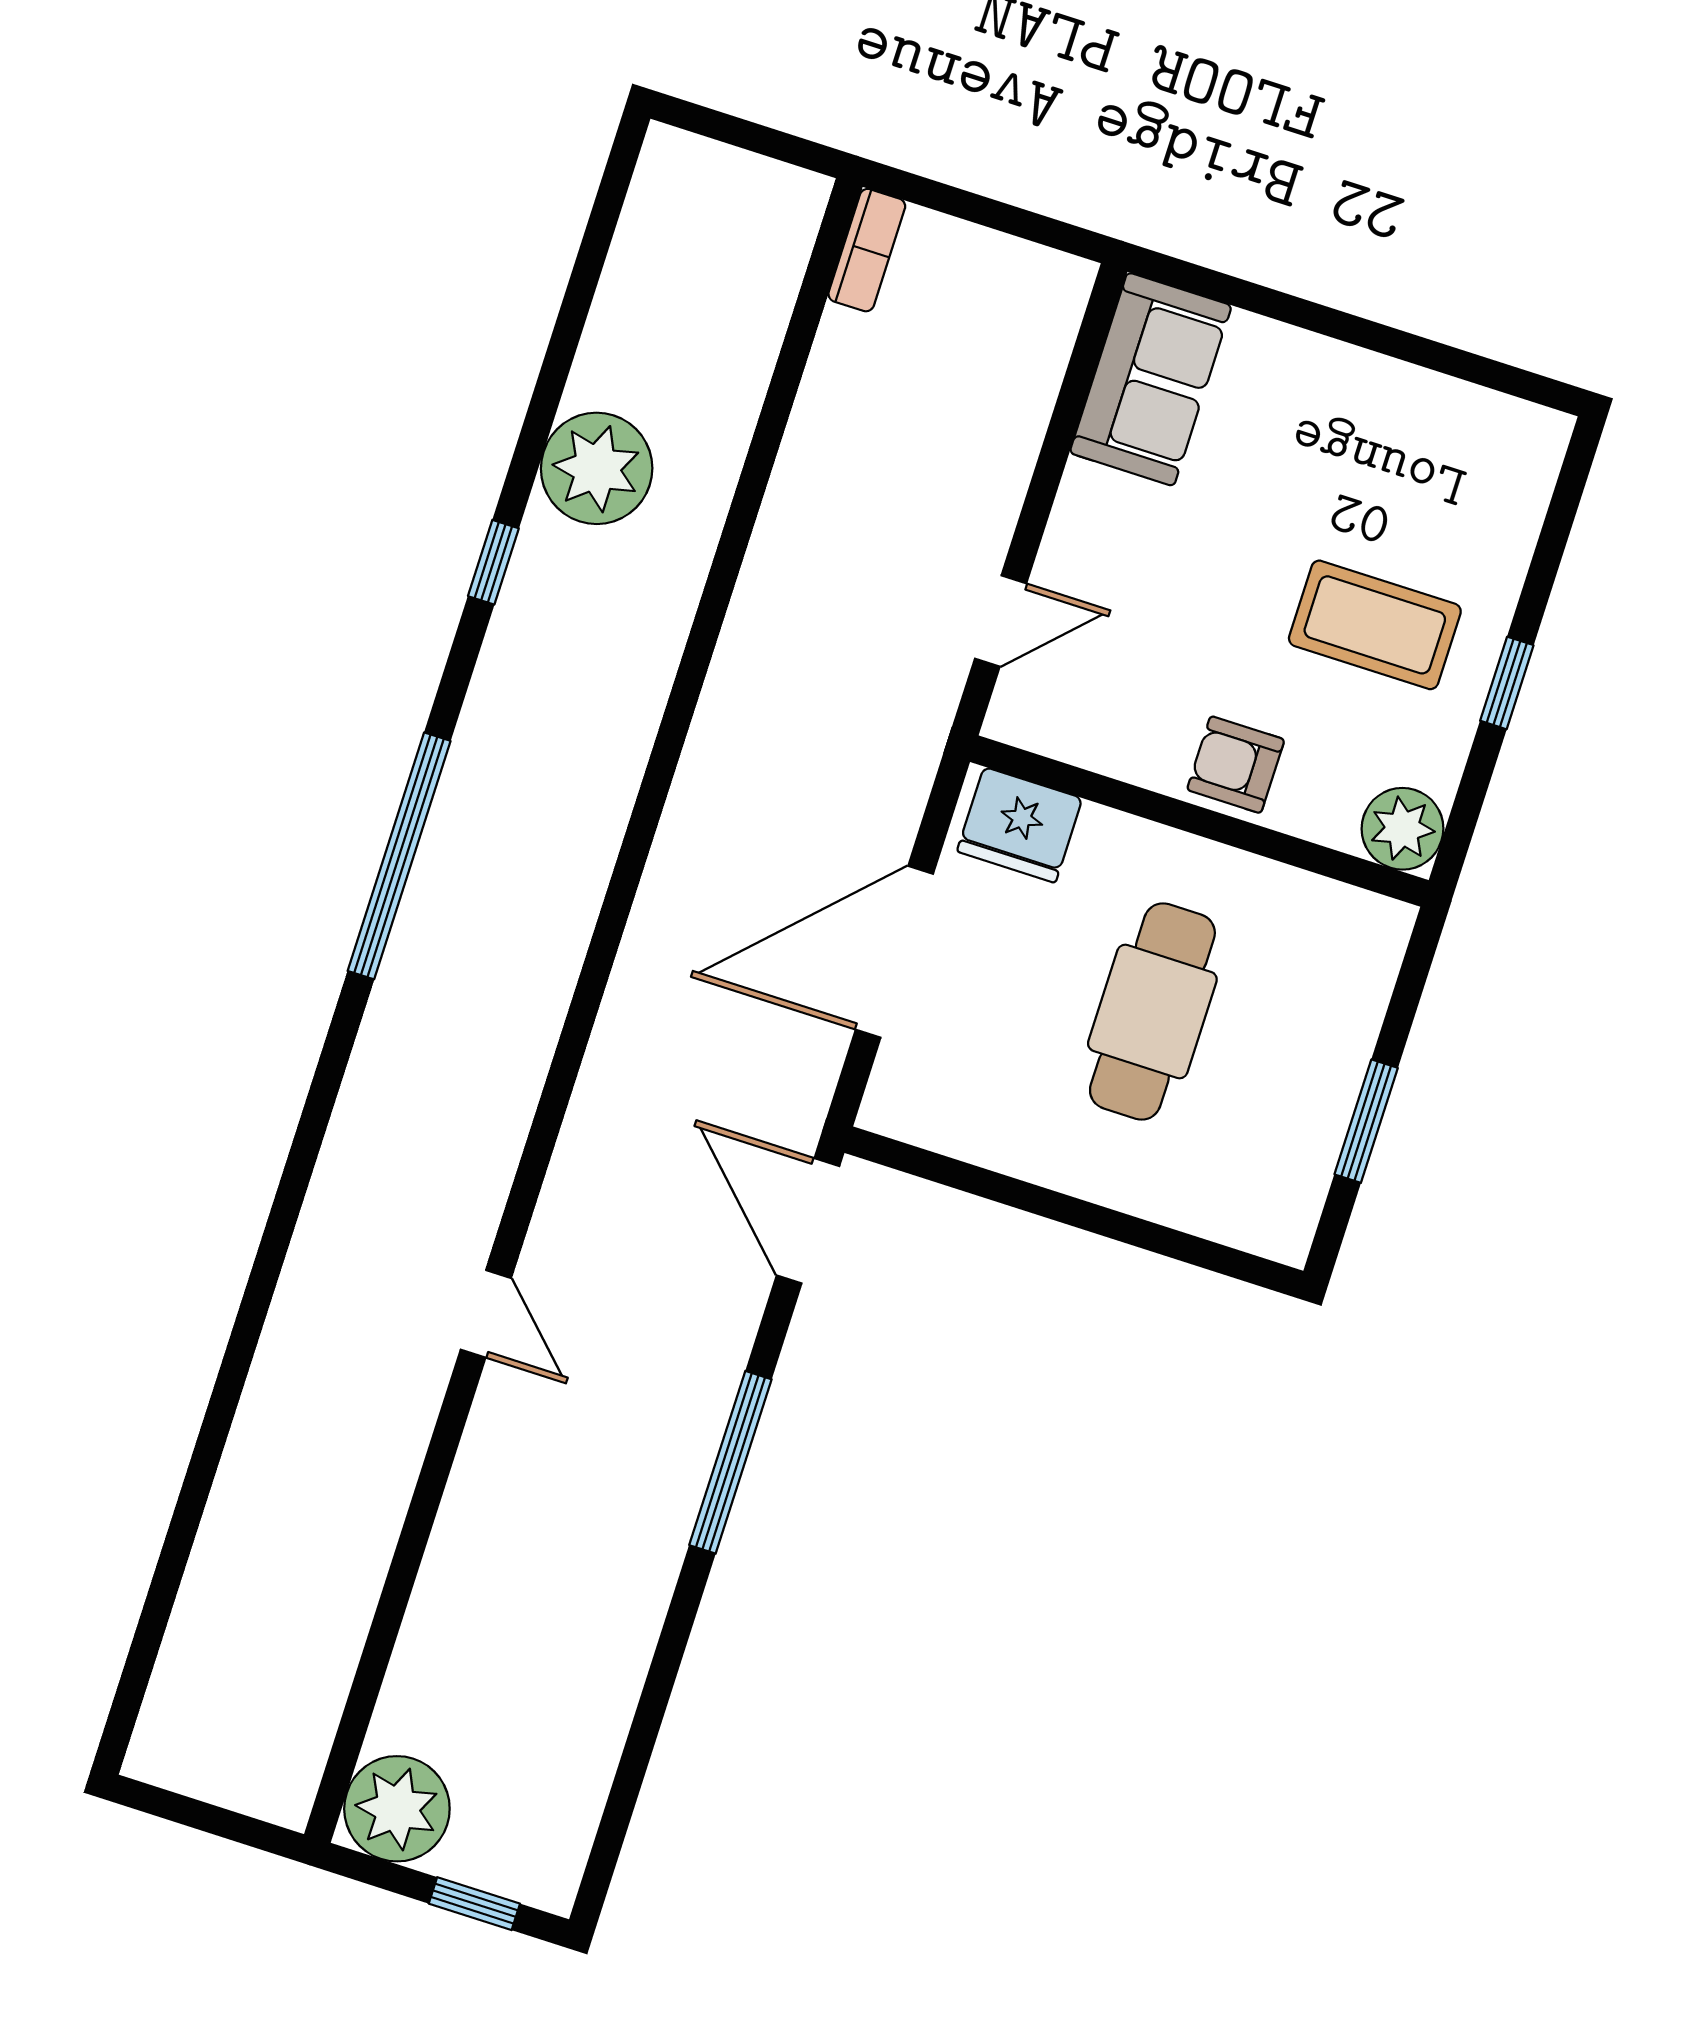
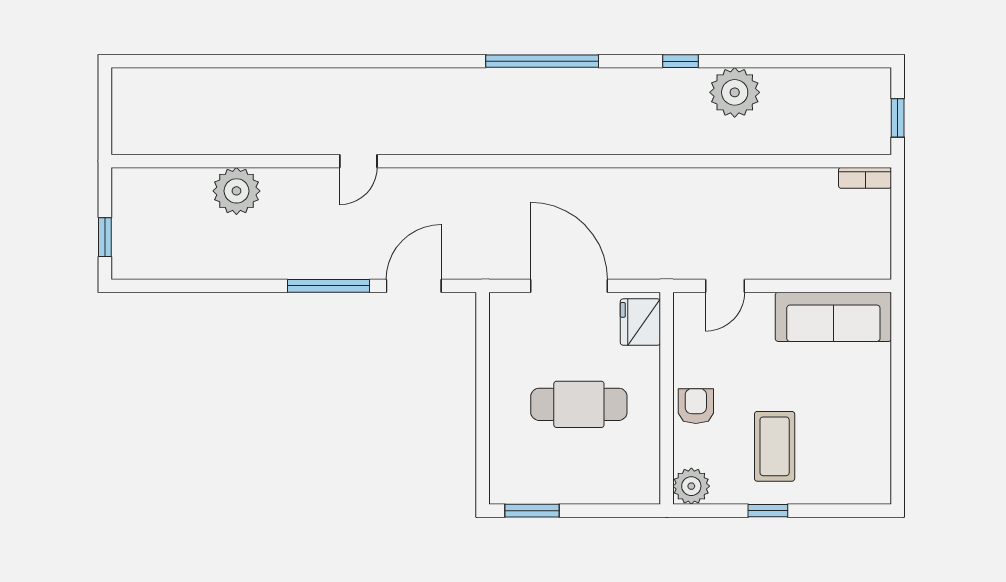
window: (762, 140) -> (898, 118), added
sofa: (1151, 379) -> (833, 317), width x1.36
door: (1001, 621) -> (725, 286), hinge flipped
window: (1366, 1121) -> (532, 511), moved
door: (808, 1221) -> (414, 286), moved
plant: (397, 1809) -> (236, 191), moved

